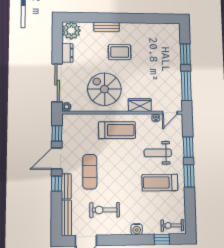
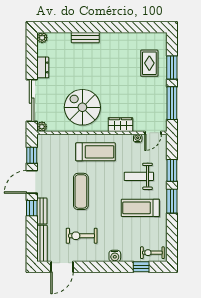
plant: (71, 31) -> (42, 38), width x0.53, depth x0.53
rug: (120, 52) -> (149, 63), moved, turned 90
exercise mat: (90, 172) -> (81, 191), moved

